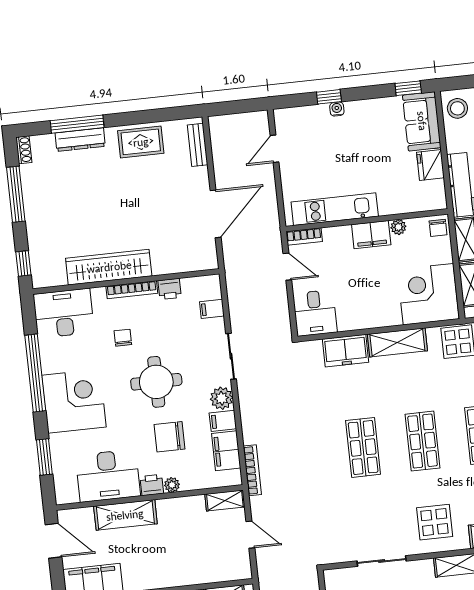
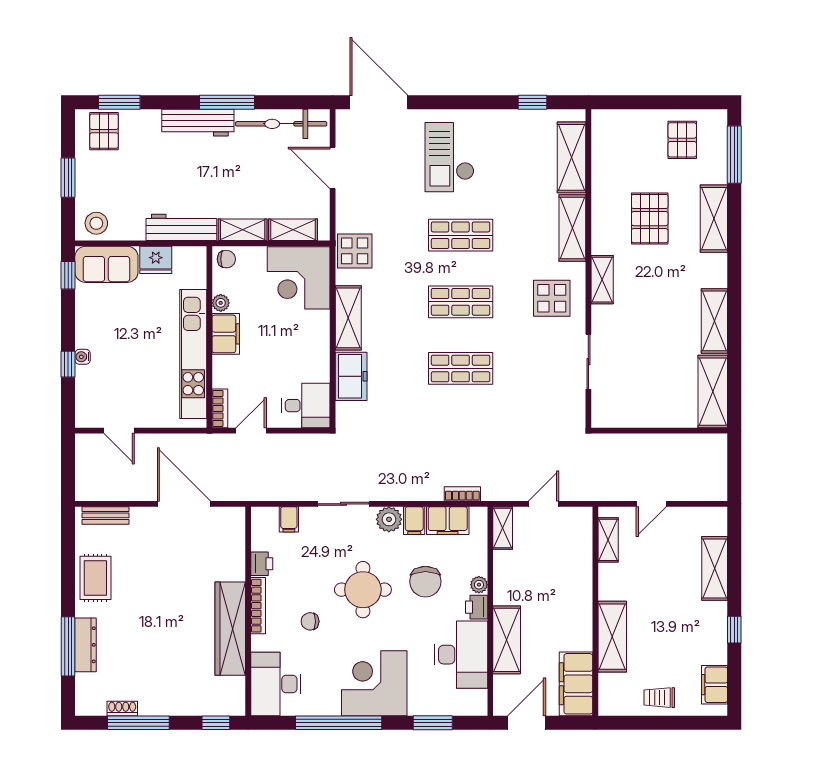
shoe rack: (24, 150) -> (122, 708), moved
kitchen unit: (335, 209) -> (193, 354), width x1.36
bookcase: (252, 470) -> (462, 494), width x0.64

